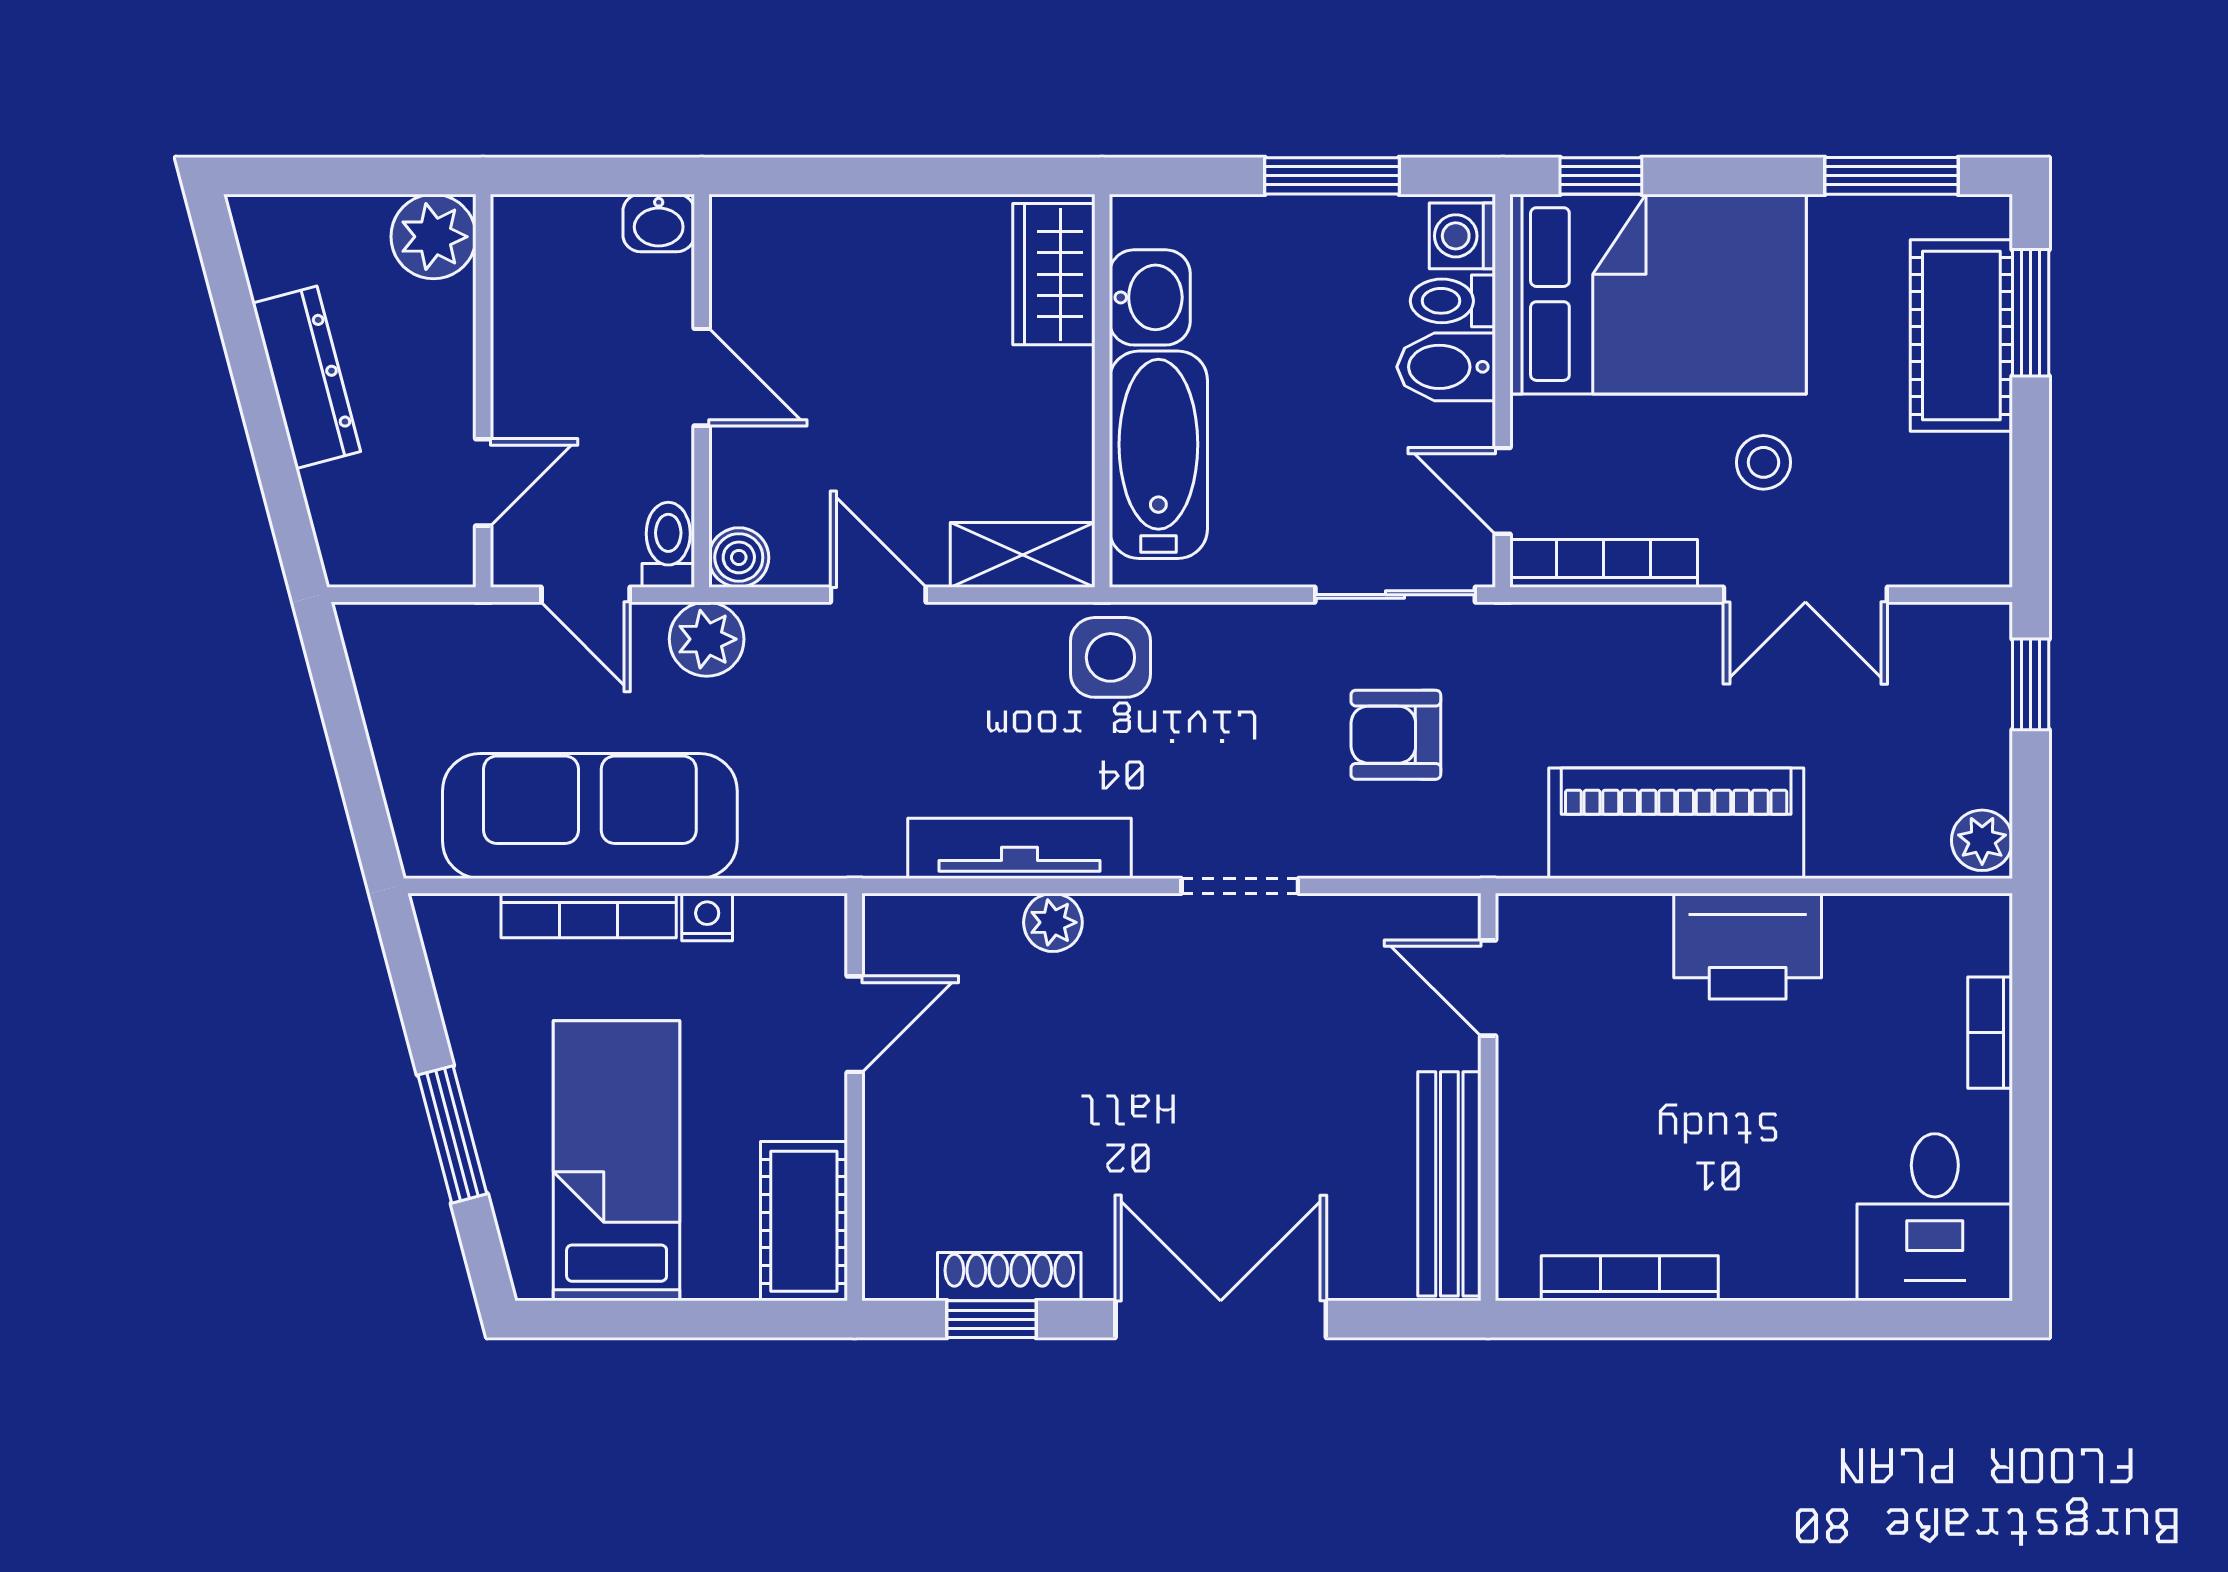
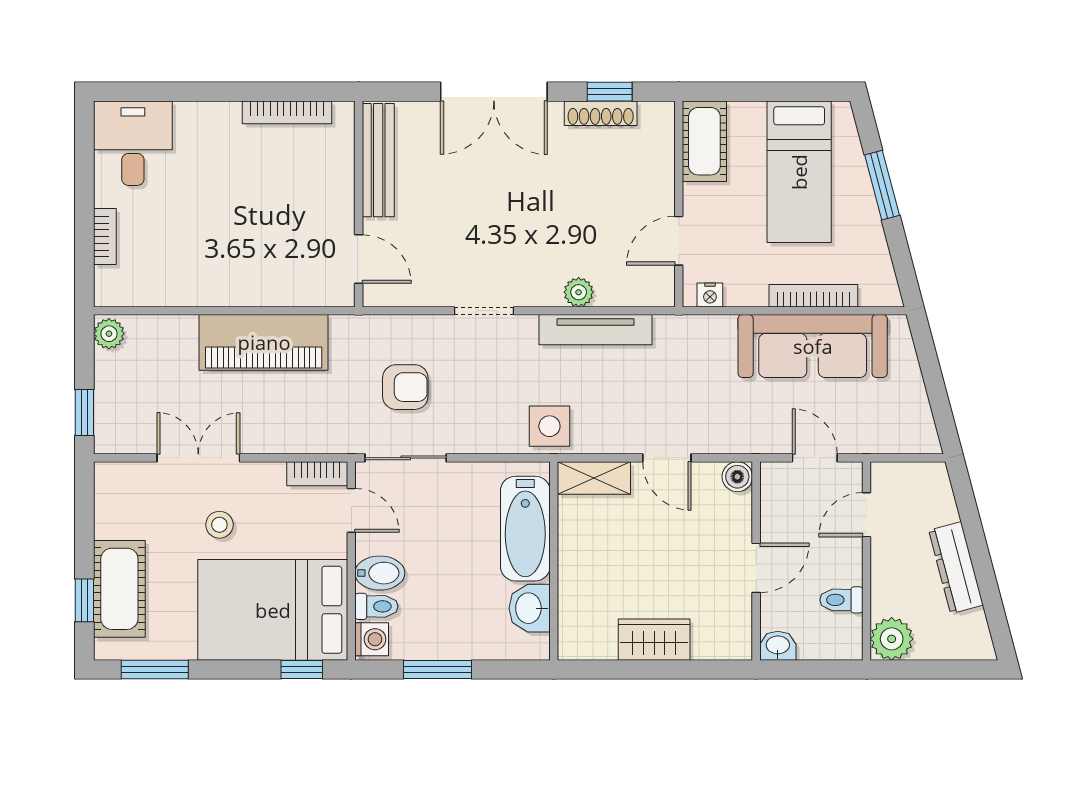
wardrobe: (1054, 274) -> (654, 640), moved, turned -90
window: (2031, 313) -> (84, 600), width x0.67
door: (702, 377) -> (756, 568), swing flipped
toilet: (668, 545) -> (841, 600), moved, turned 90
bookcase: (1604, 563) -> (317, 474), width x0.64
plant: (707, 639) -> (754, 435), removed
nightstand: (707, 917) -> (710, 295), moved
printer: (1748, 946) -> (227, 280), removed

